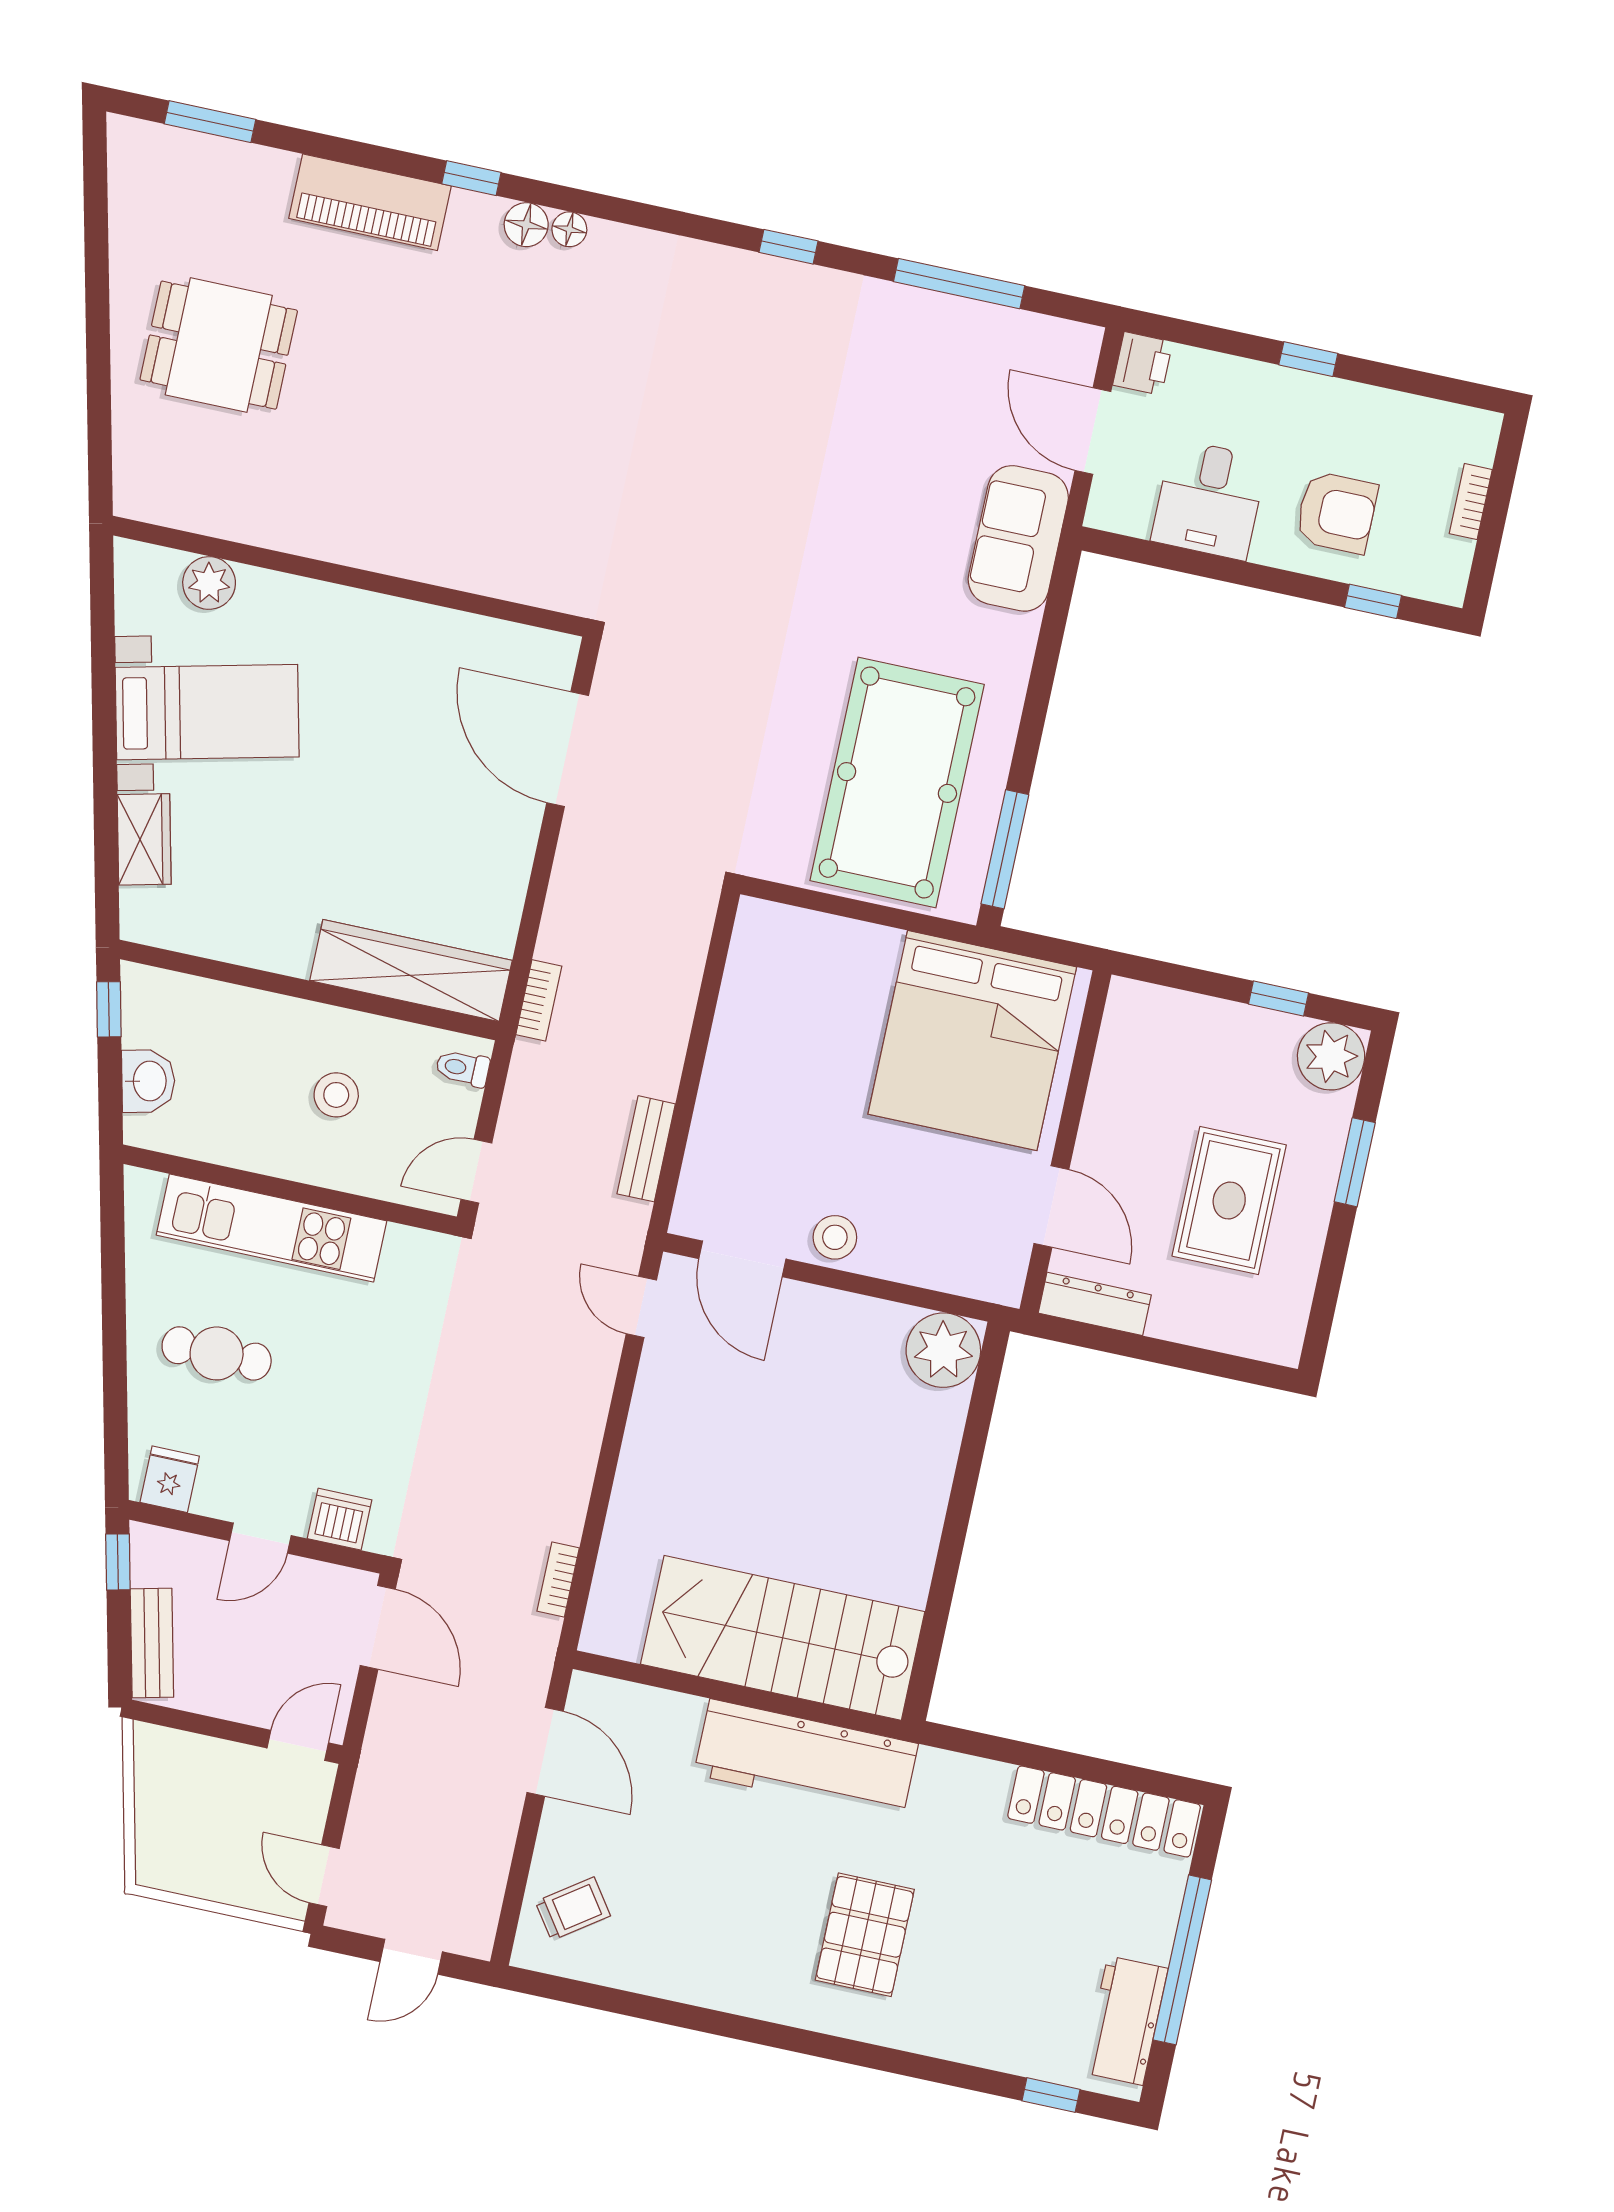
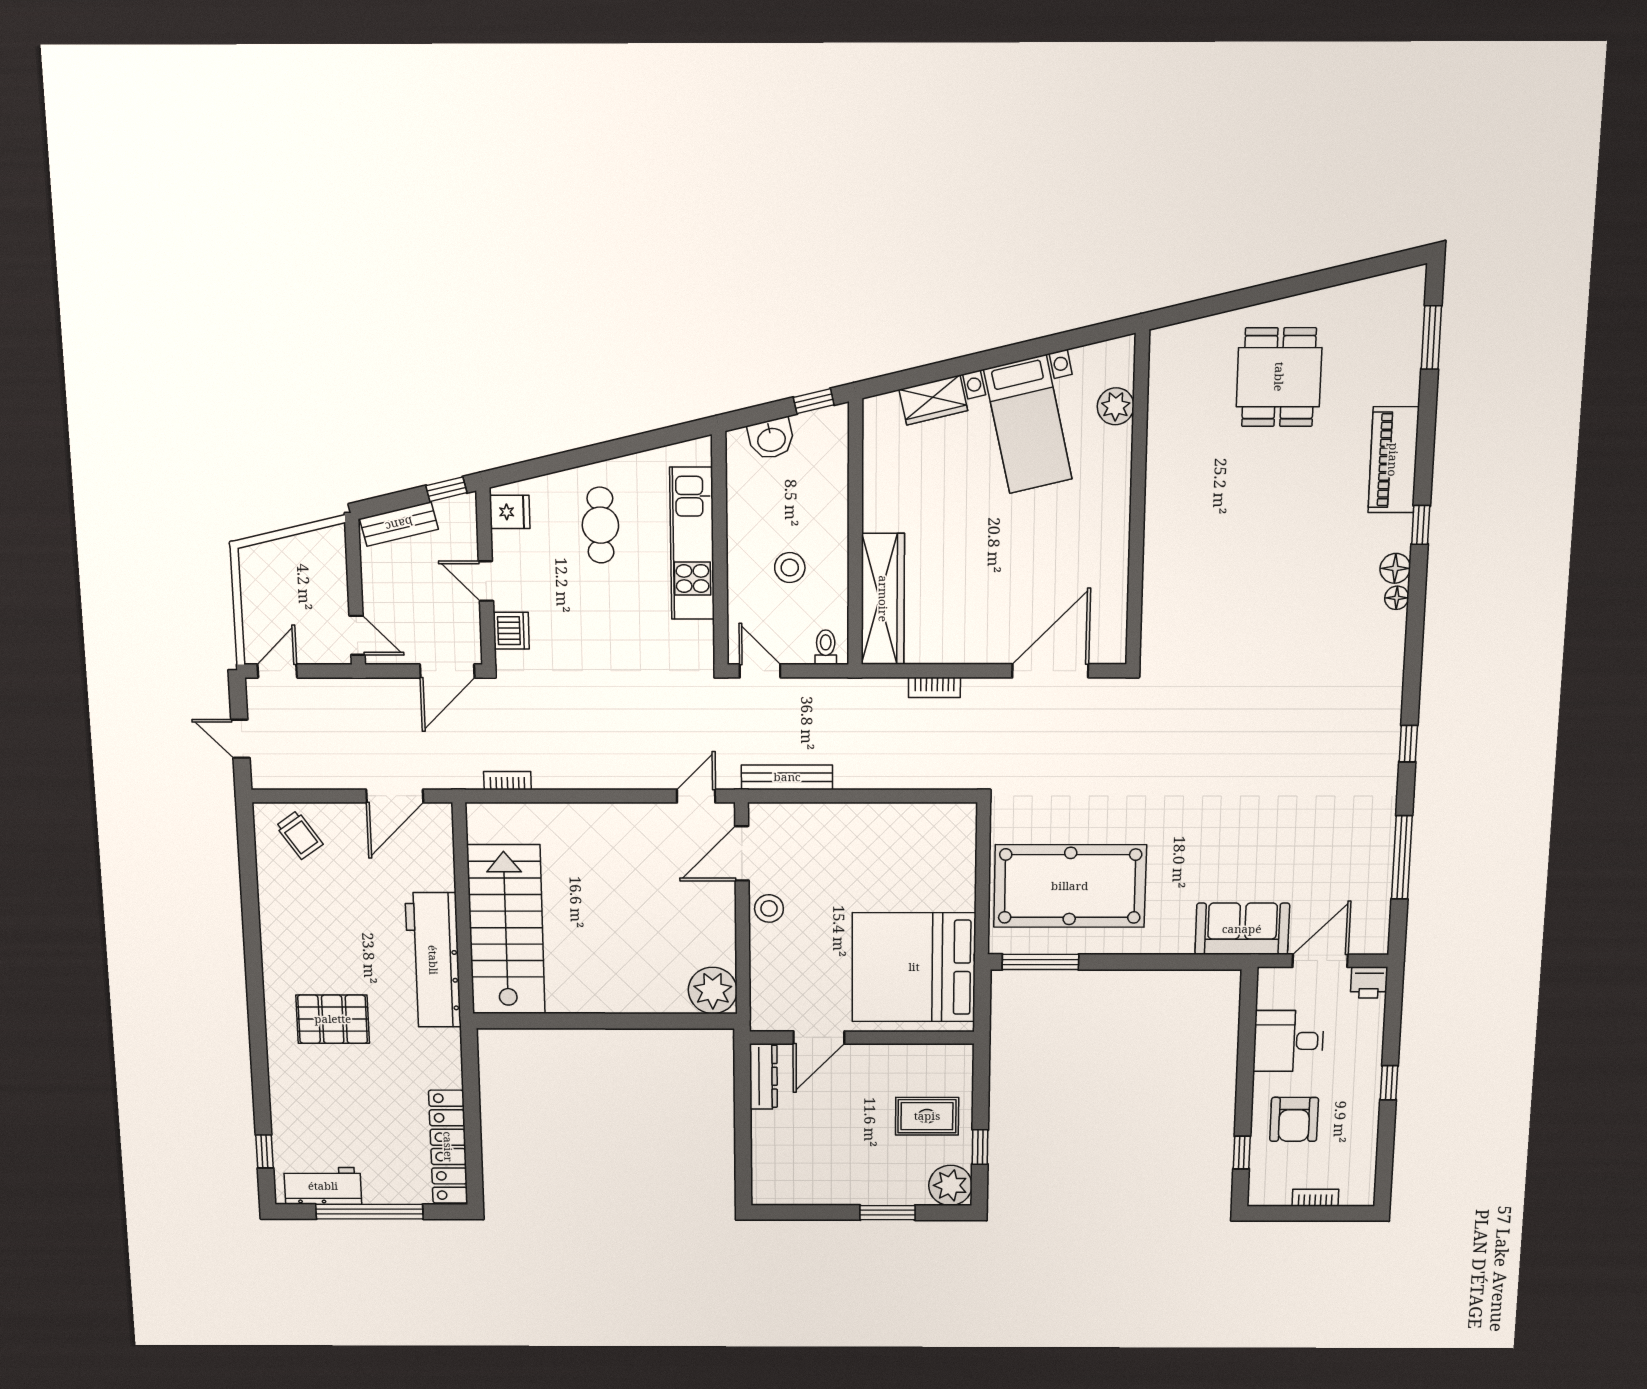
bookcase: (539, 1000) -> (934, 687), moved
bench: (646, 1149) -> (787, 777), width x1.36
rug: (1229, 1200) -> (927, 1116), moved, width x0.73, depth x0.70

